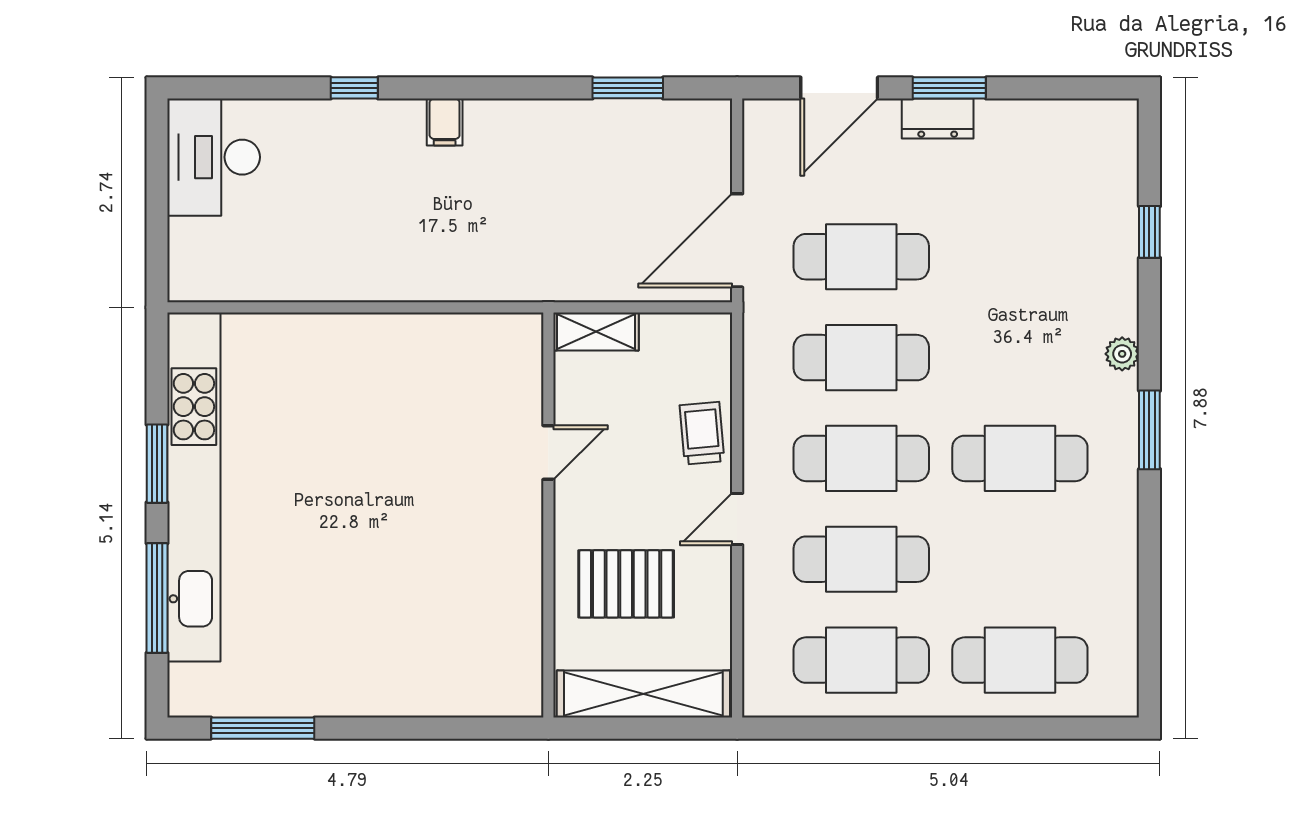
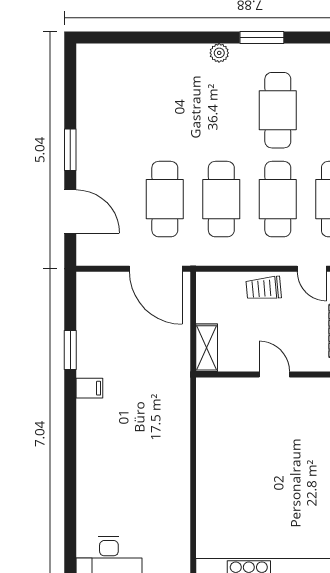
window: (354, 88) -> (70, 483), removed
window: (628, 88) -> (70, 350), moved
dresser: (938, 119) -> (87, 156), removed
filing cabinet: (445, 122) -> (89, 388), moved
window: (1149, 232) -> (151, 38), removed

